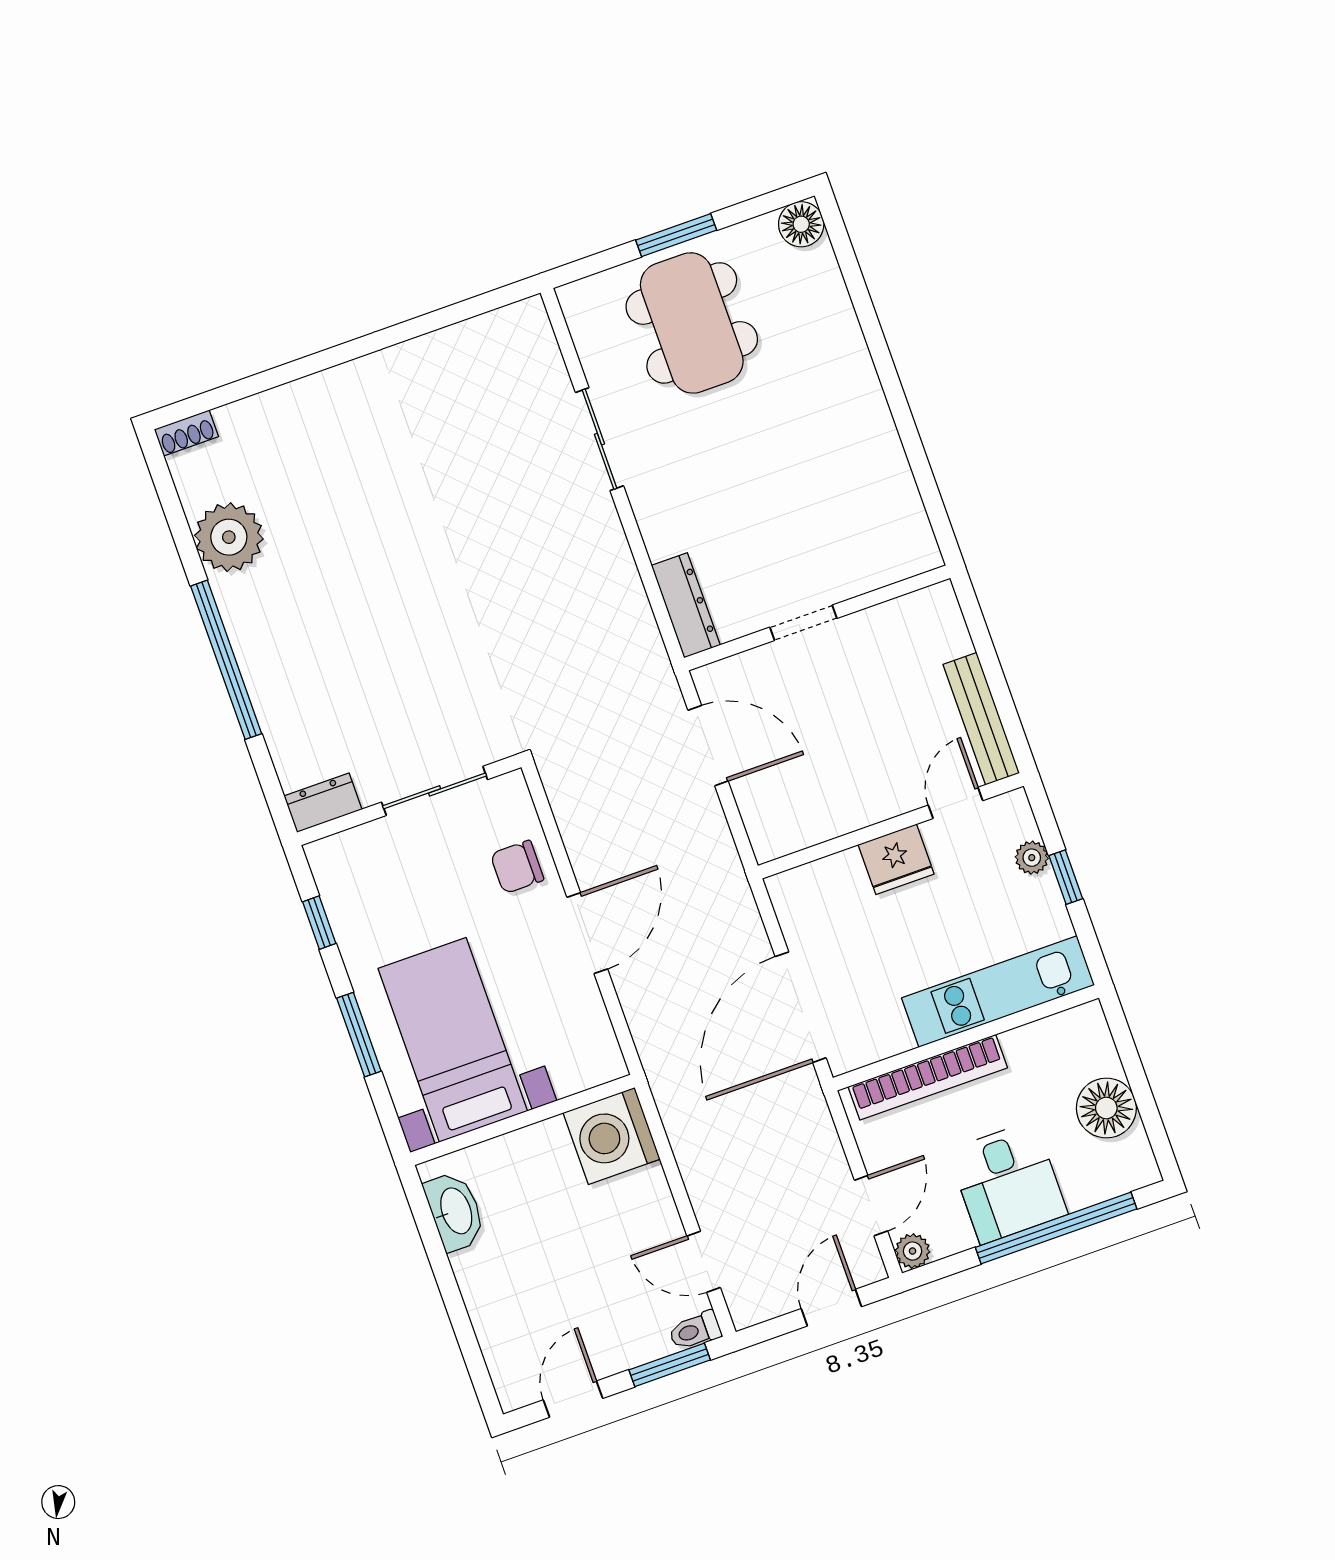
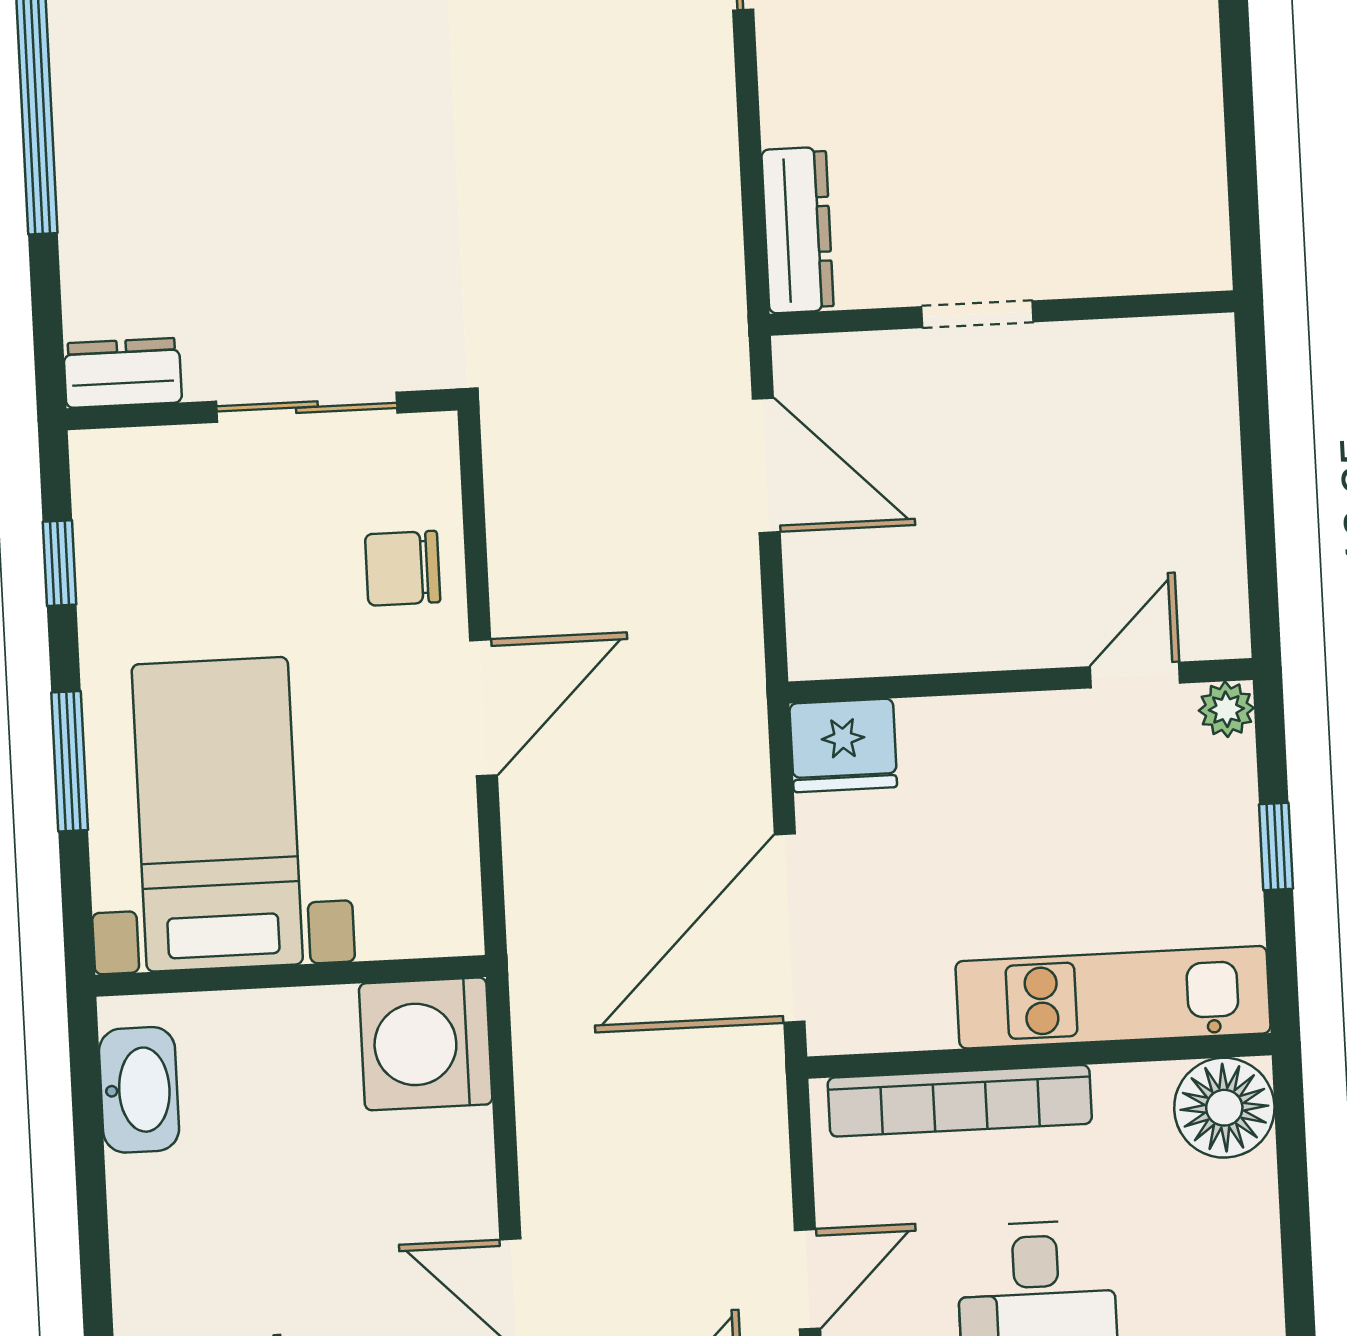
bench: (981, 719) -> (1216, 553), removed
plant: (1032, 858) -> (1226, 709), moved
fridge: (896, 859) -> (843, 745), moved
floor lamp: (1106, 1108) -> (1224, 1108), moved

